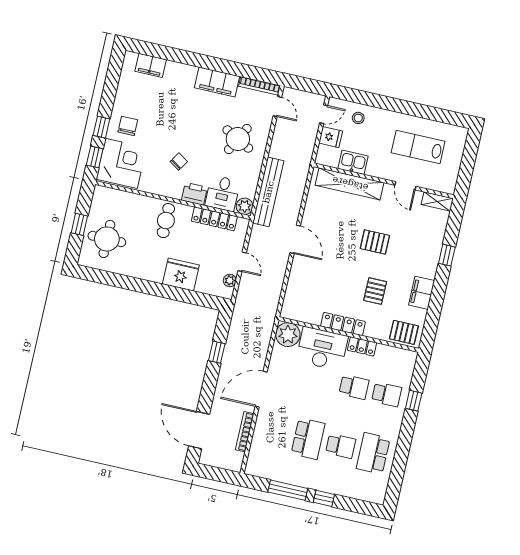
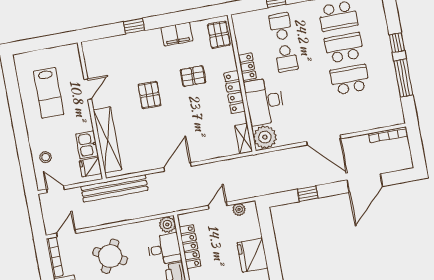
fridge: (331, 137) -> (90, 167), moved, turned -90
bench: (268, 192) -> (114, 188), moved
shelving: (437, 201) -> (244, 139), moved
school desk: (354, 387) -> (286, 58), turned 180
door: (199, 430) -> (365, 183), moved
bookcase: (245, 432) -> (388, 135), moved
school desk: (341, 446) -> (344, 48), width x1.85

